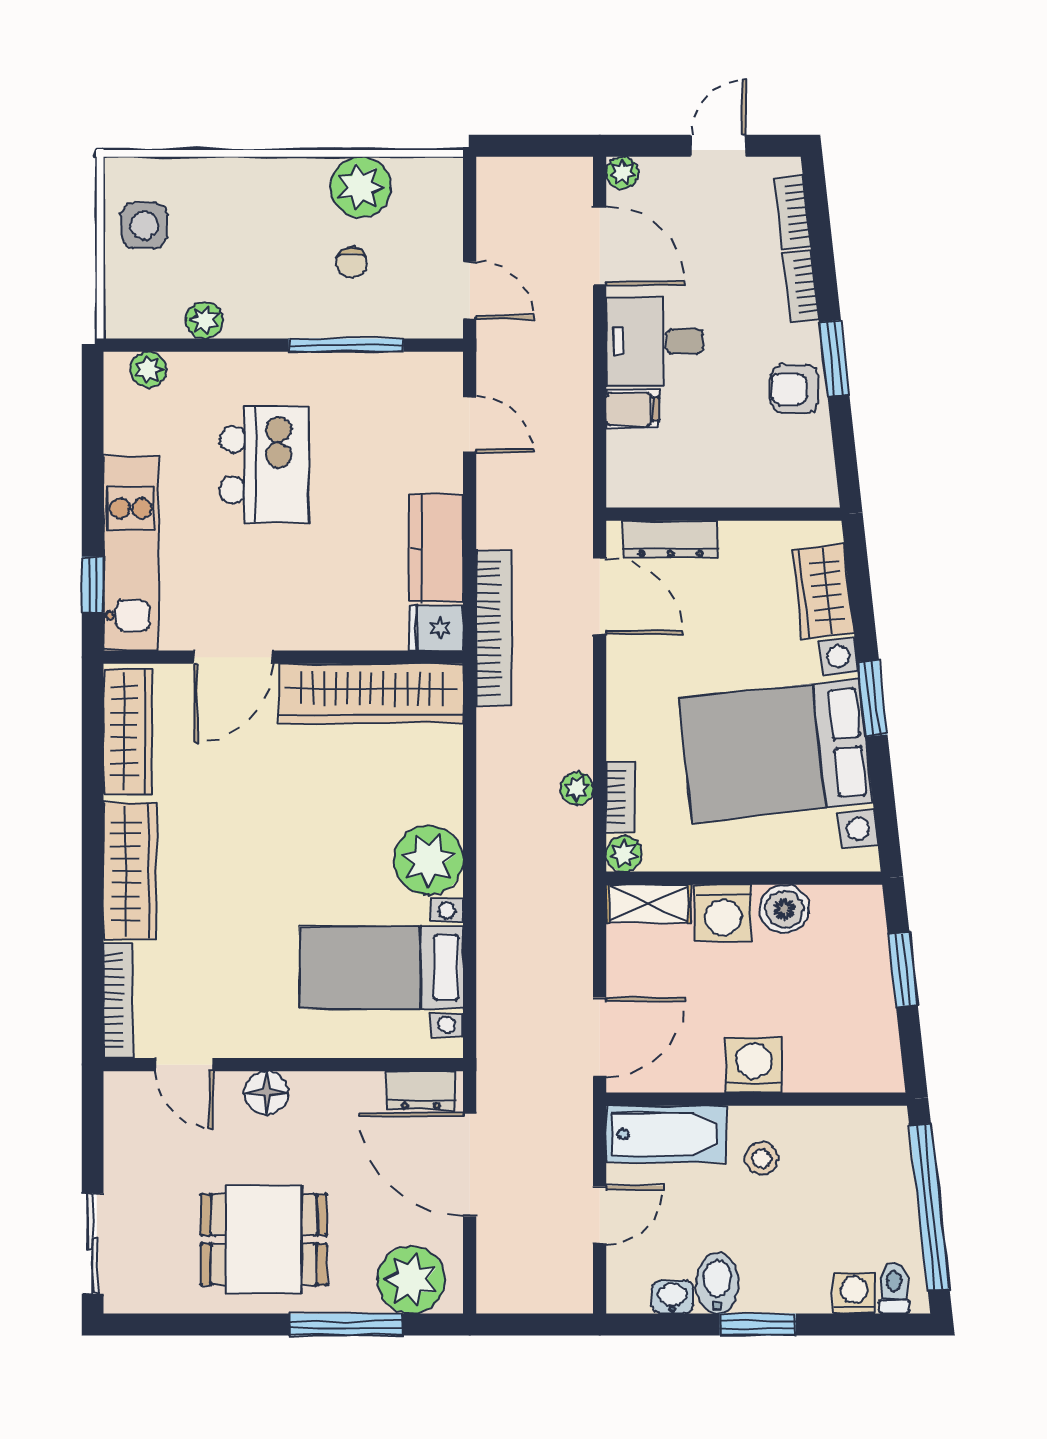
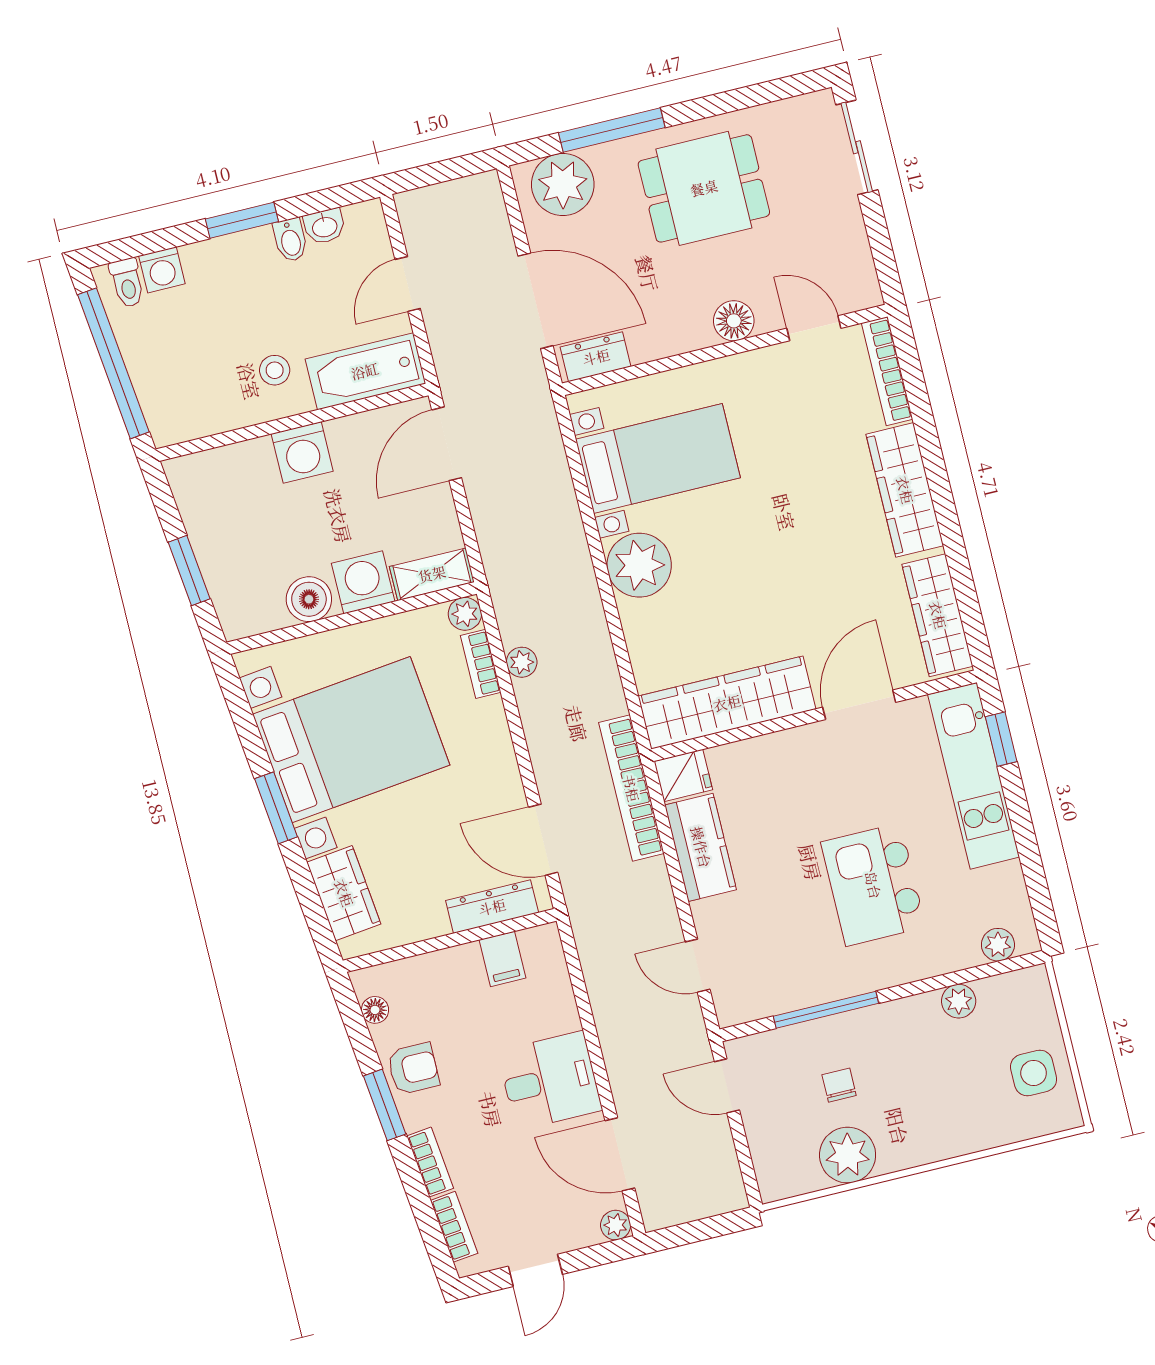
filing cabinet: (632, 409) -> (502, 959), moved, turned -90
floor lamp: (820, 460) -> (375, 1010), added
bidet: (718, 1283) -> (290, 240), width x0.72, depth x0.74

